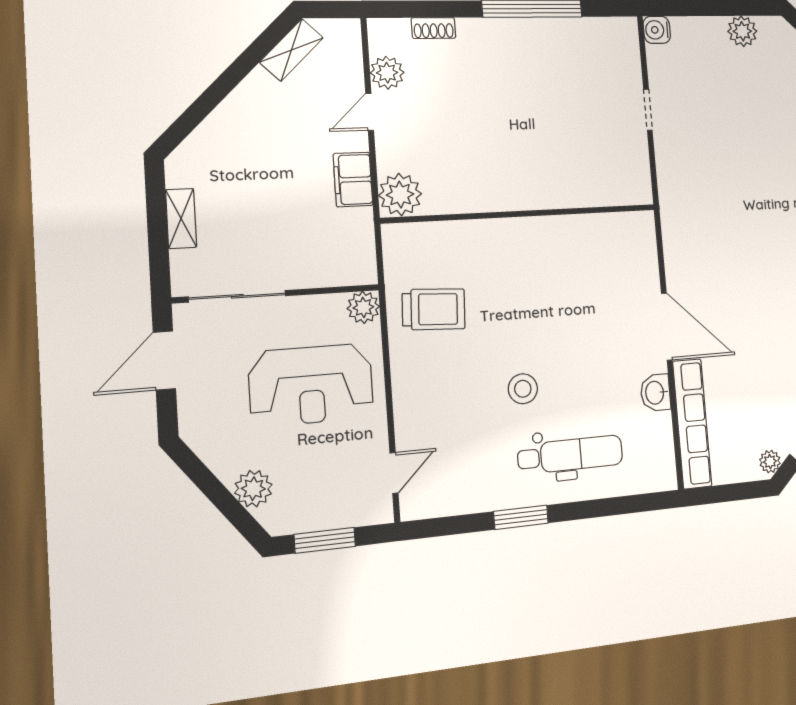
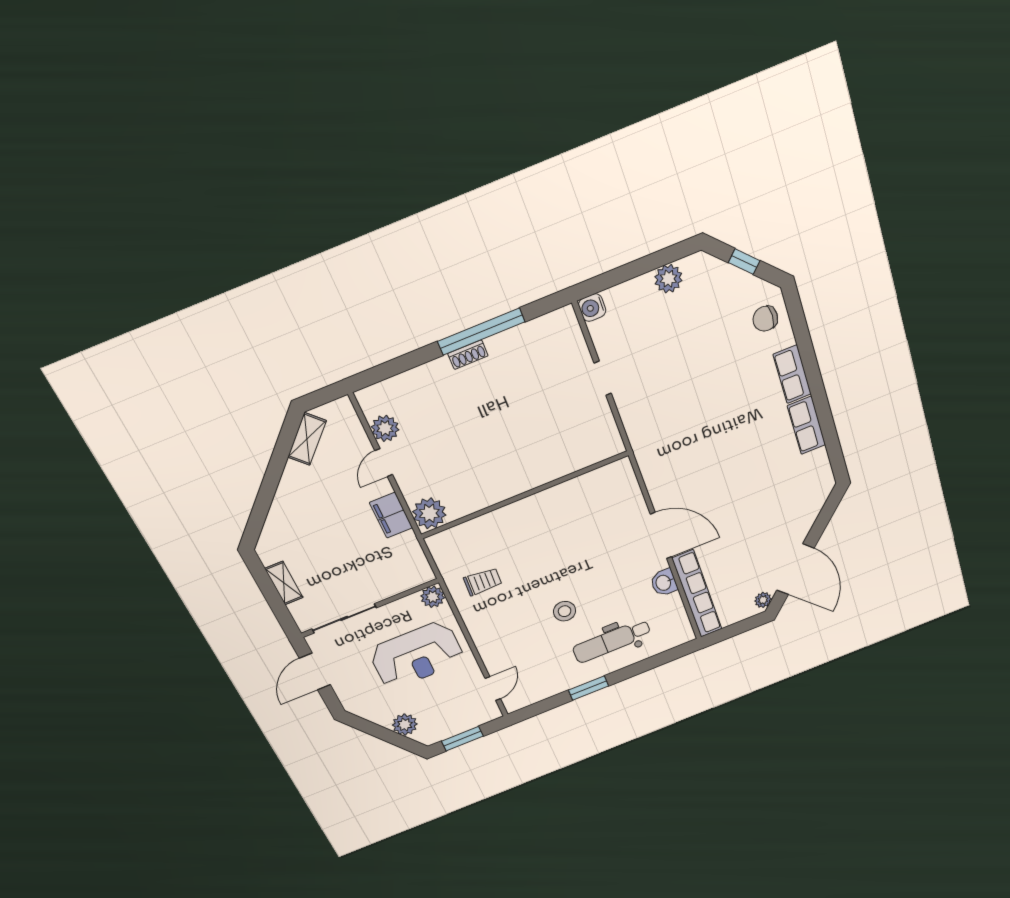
shoe rack: (433, 28) -> (468, 355), moved
trolley: (434, 309) -> (483, 582), width x0.73, depth x0.72
dental chair: (570, 455) -> (612, 641), turned 180

